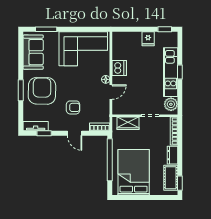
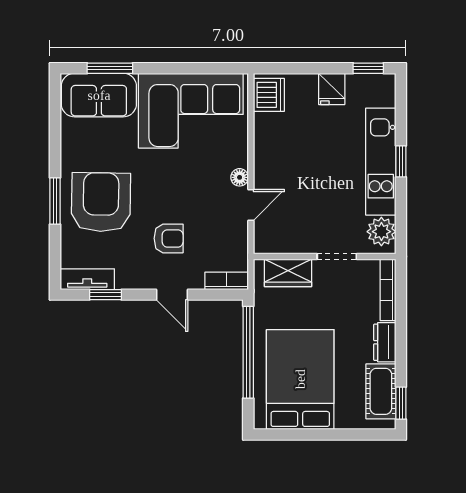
sofa: (33, 52) -> (99, 95), moved, turned 90
dishwasher: (119, 68) -> (269, 95), moved

